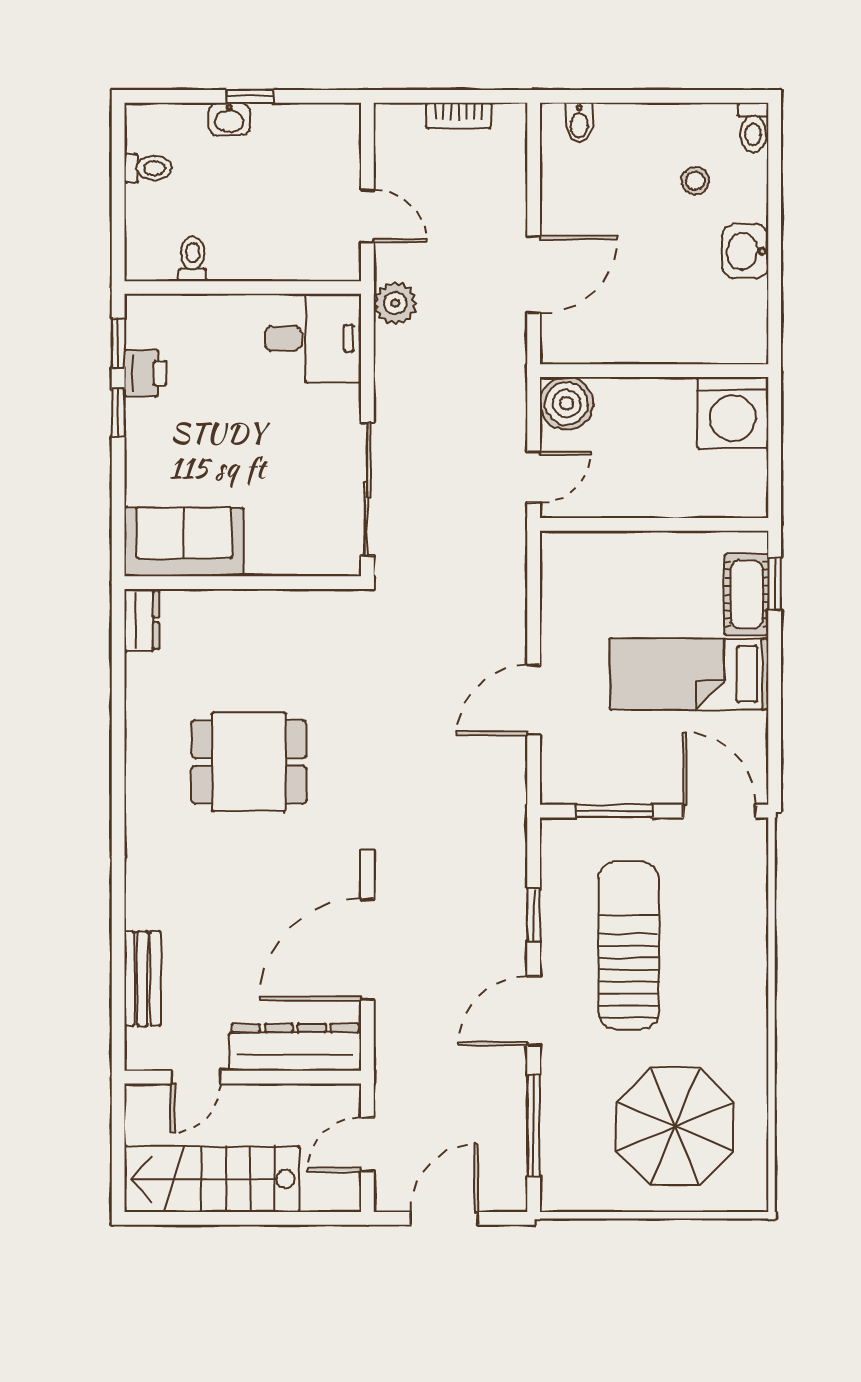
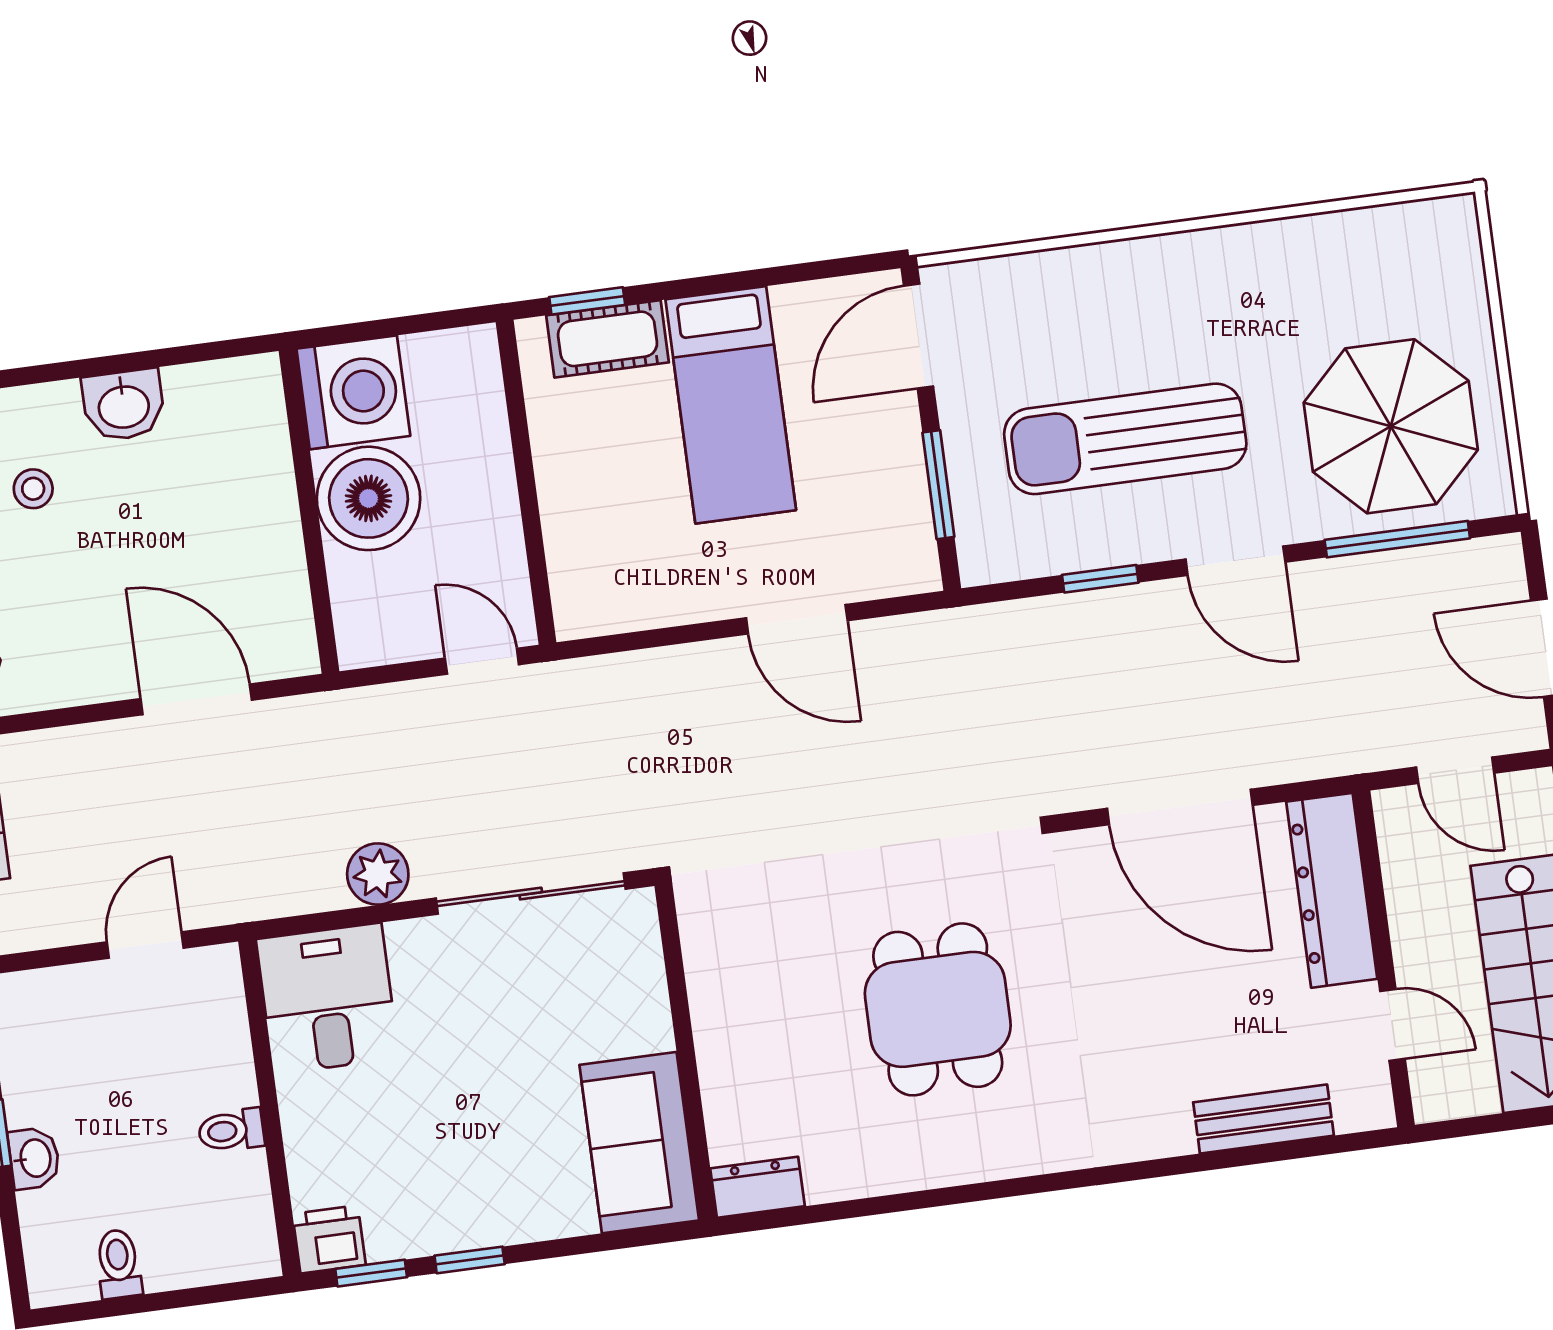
toilet: (192, 259) -> (231, 1130), moved
plant: (395, 303) -> (378, 874), moved
printer: (145, 373) -> (329, 1239), moved
boiler: (566, 403) -> (368, 498), moved, width x1.37, depth x1.37
parasol: (675, 1127) -> (1391, 426), moved

